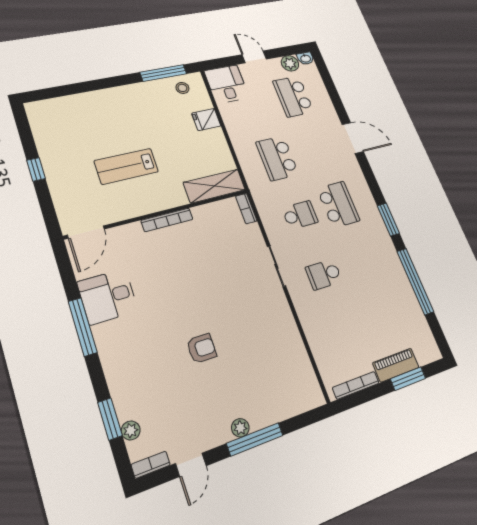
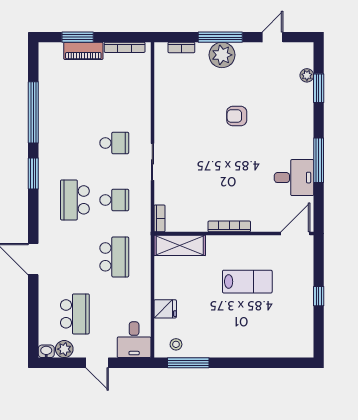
school desk: (300, 215) -> (114, 200), turned 180
plant: (240, 428) -> (222, 55), width x1.87, depth x1.87
bookcase: (151, 465) -> (181, 47), moved

